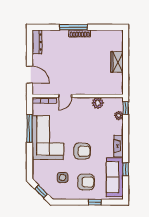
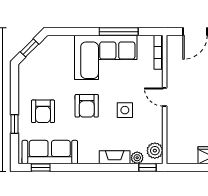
door: (65, 96) -> (165, 97), moved
plant: (98, 103) -> (155, 151), moved
fireplace: (118, 146) -> (115, 157), moved
window: (126, 169) -> (41, 167), moved
side table: (63, 178) -> (125, 110), moved

